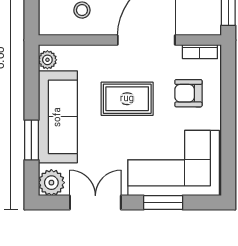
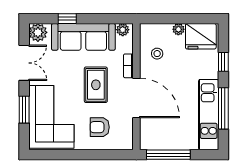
bookcase: (200, 52) -> (128, 66), moved
armchair: (188, 93) -> (100, 127), turned -90
window: (31, 140) -> (67, 19), width x0.67

